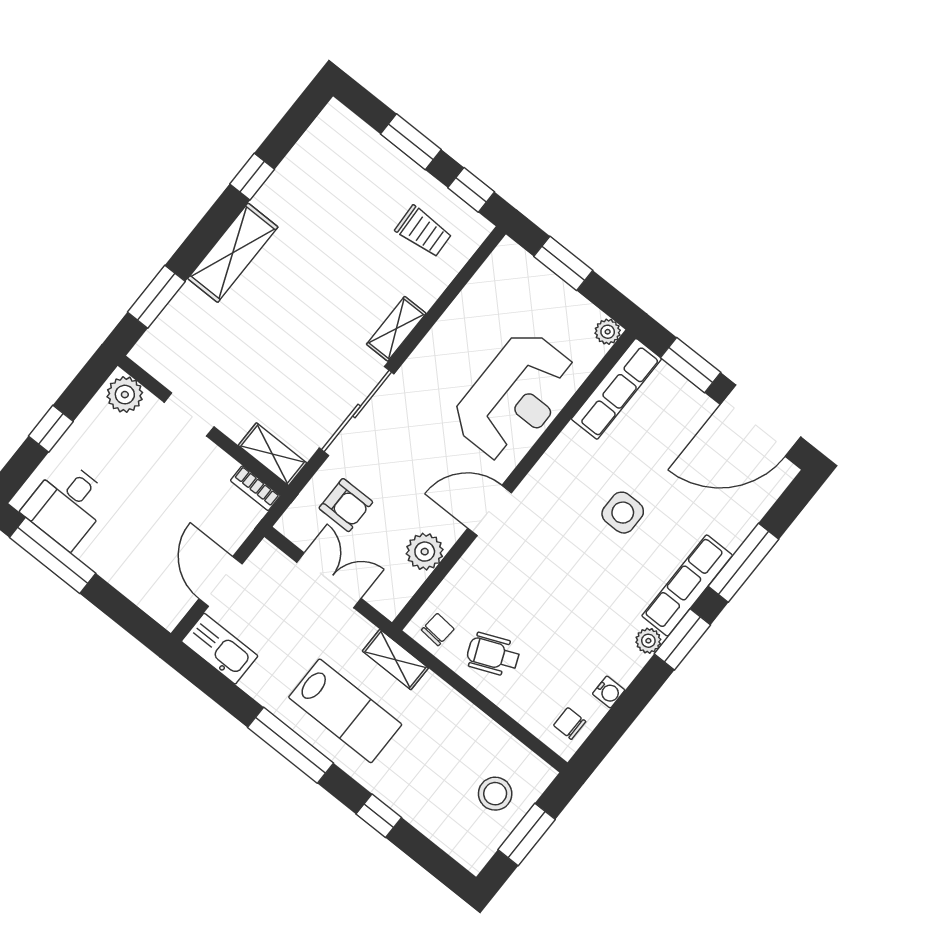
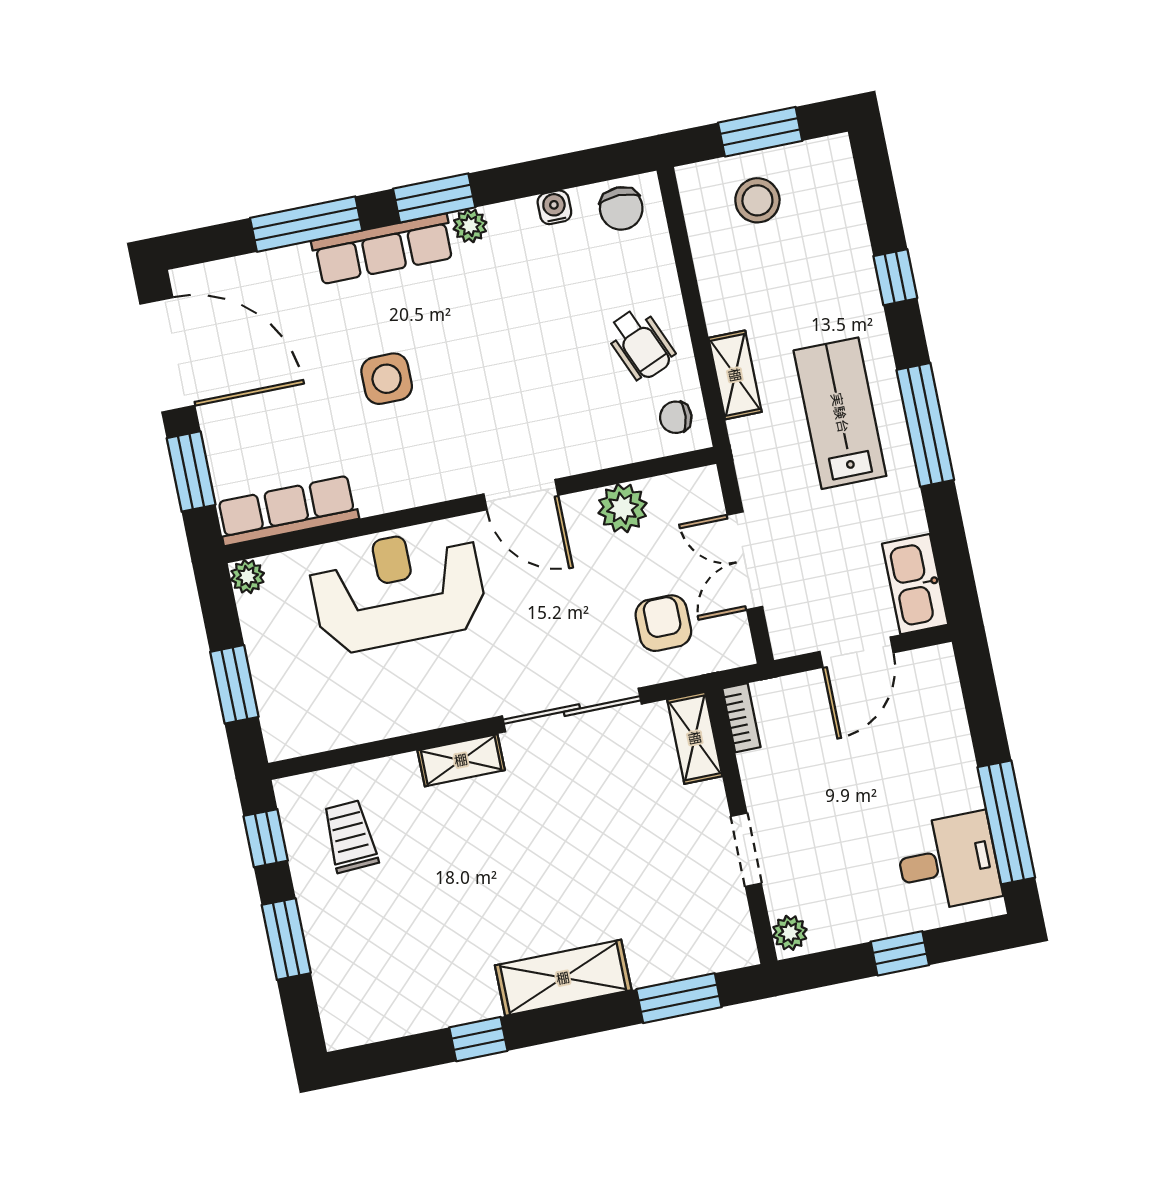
plant: (125, 395) -> (790, 933), width x0.73, depth x0.73
shelving: (395, 660) -> (735, 375), moved
chair: (570, 723) -> (621, 208), width x1.37, depth x1.37

